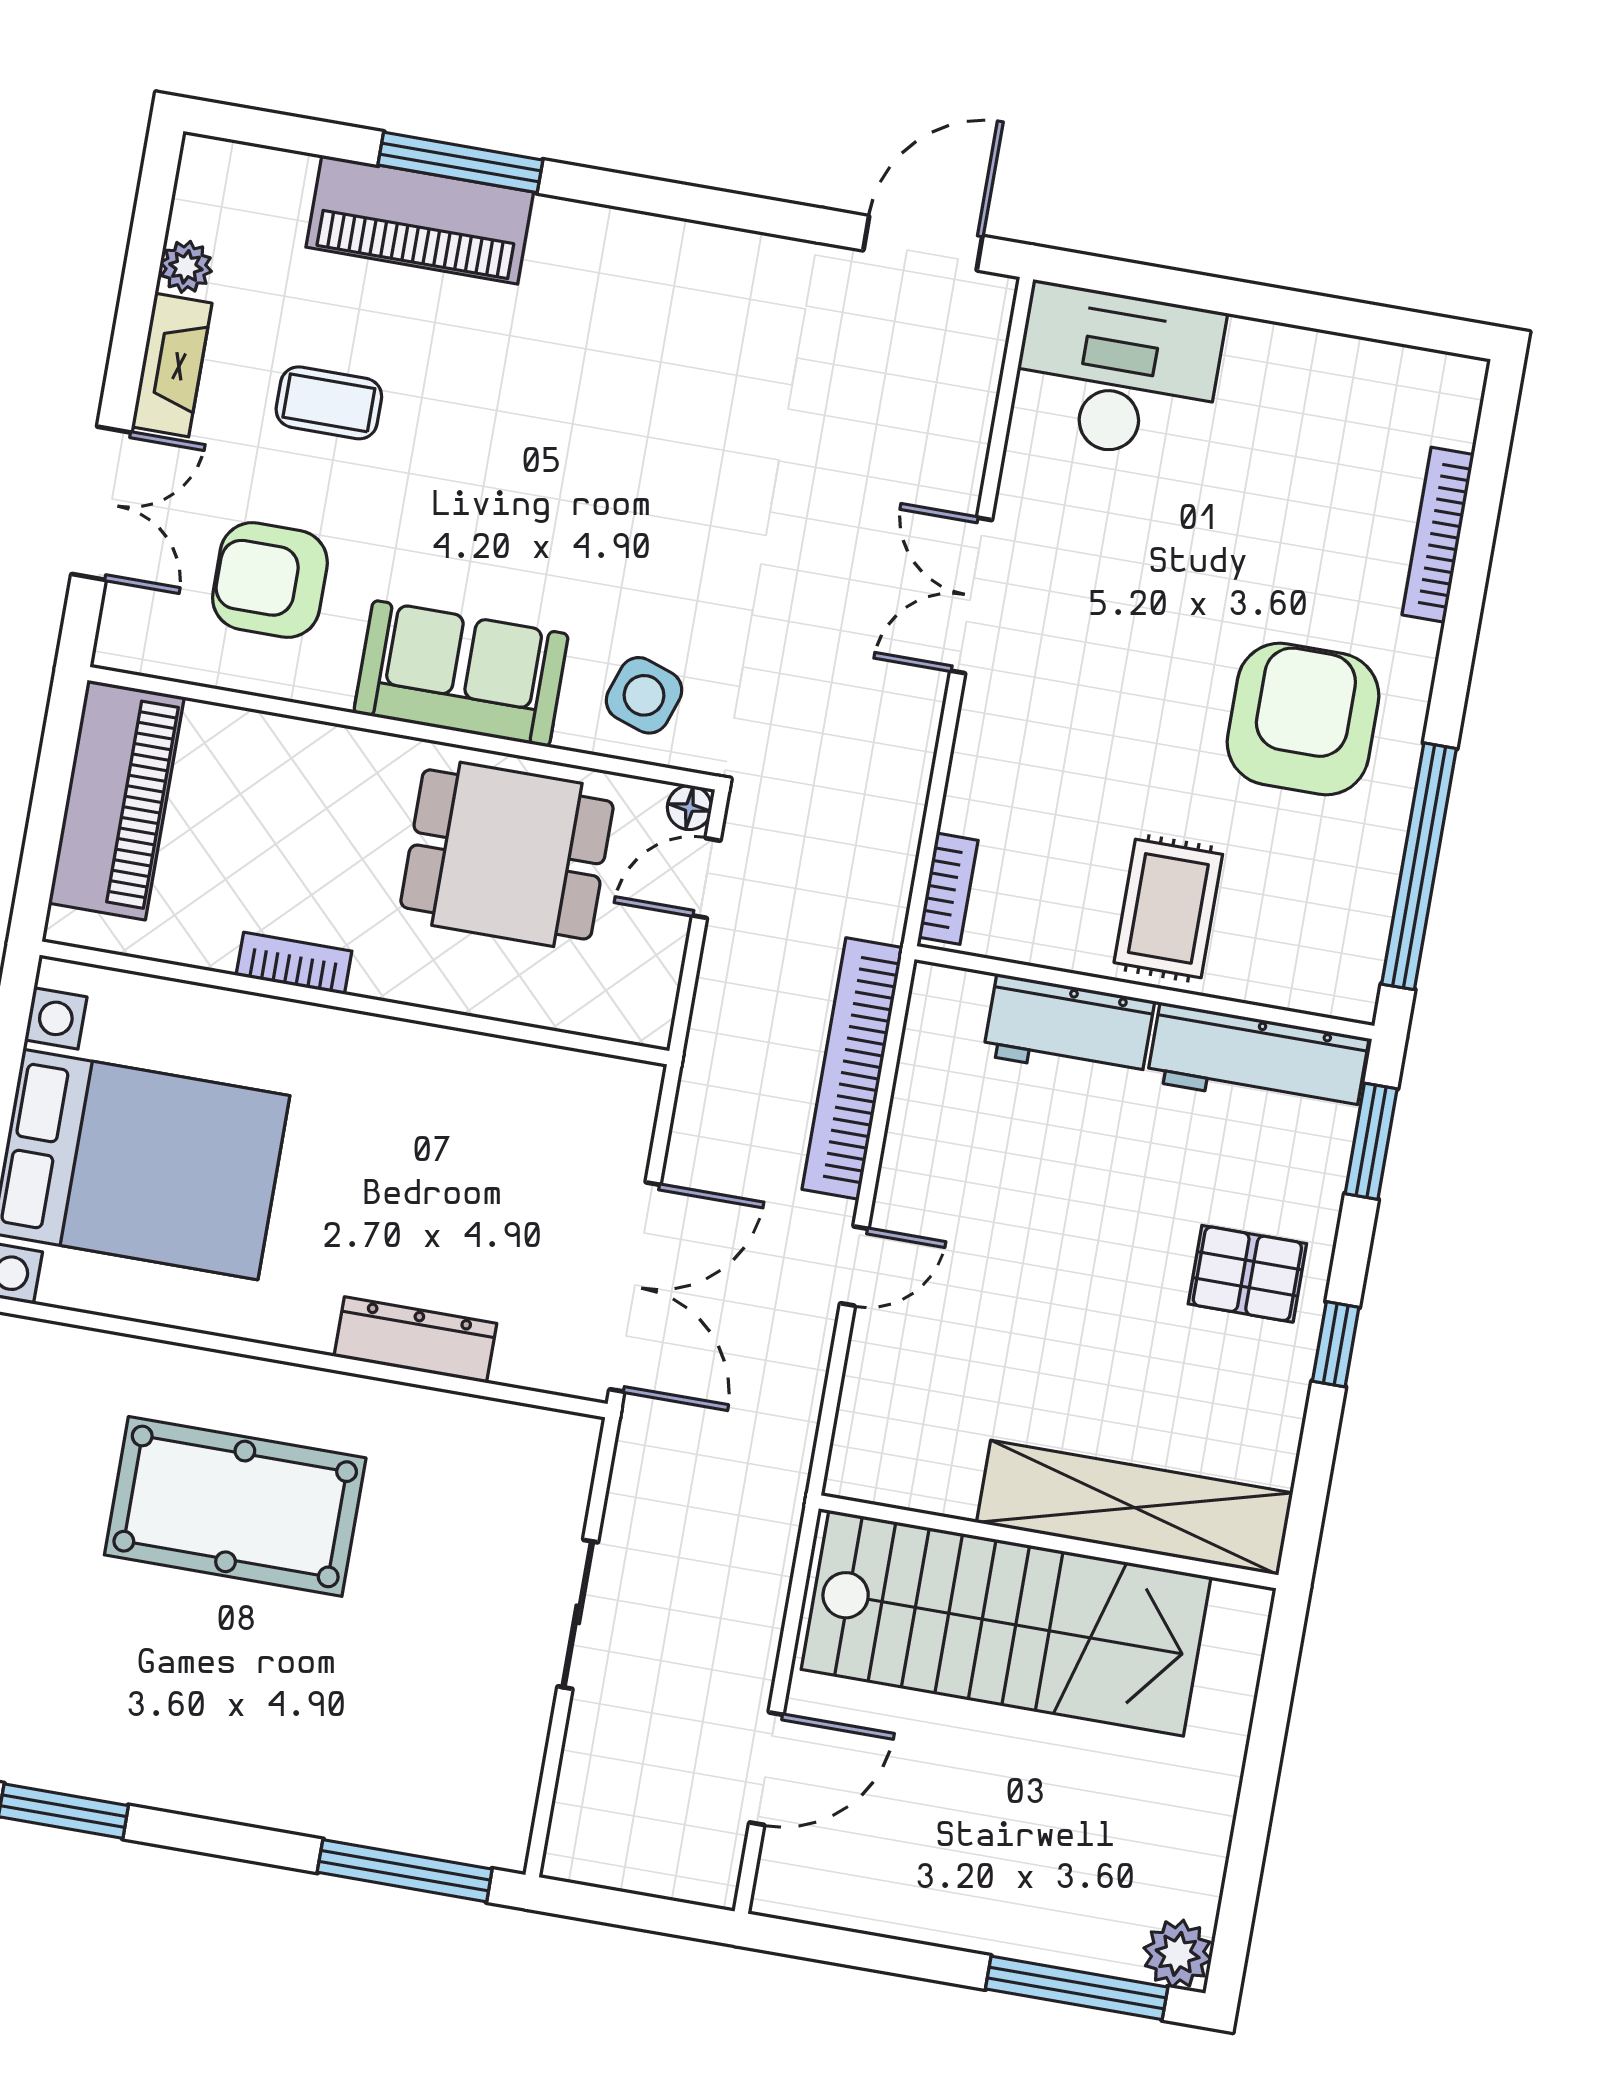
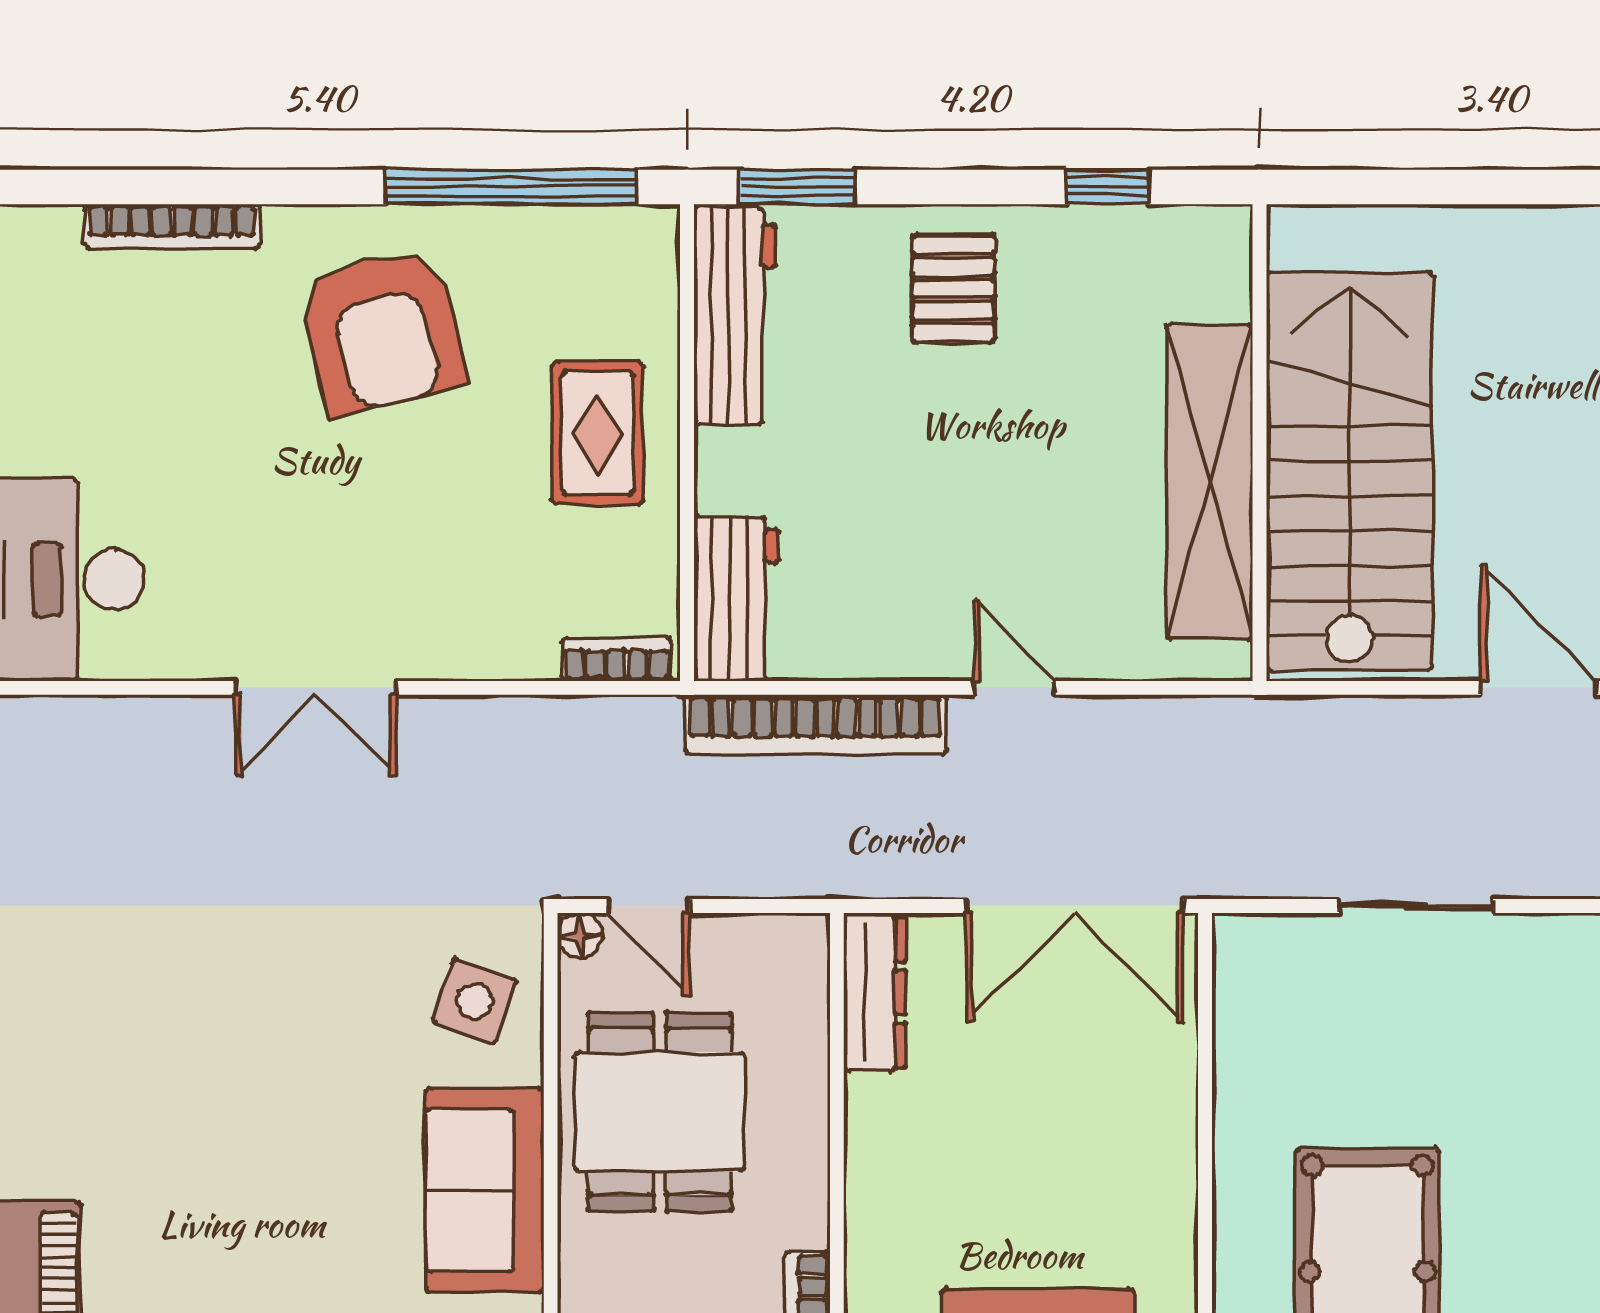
armchair: (1303, 719) -> (382, 330), turned -104
rug: (1168, 908) -> (598, 433), turned 90
workbench: (1069, 1028) -> (736, 599), moved
double door: (635, 1287) -> (1075, 906), swing flipped
dresser: (415, 1340) -> (875, 992), moved, turned 180
window: (1336, 1344) -> (1108, 187), moved
shelving: (1135, 1508) -> (1210, 482), moved

